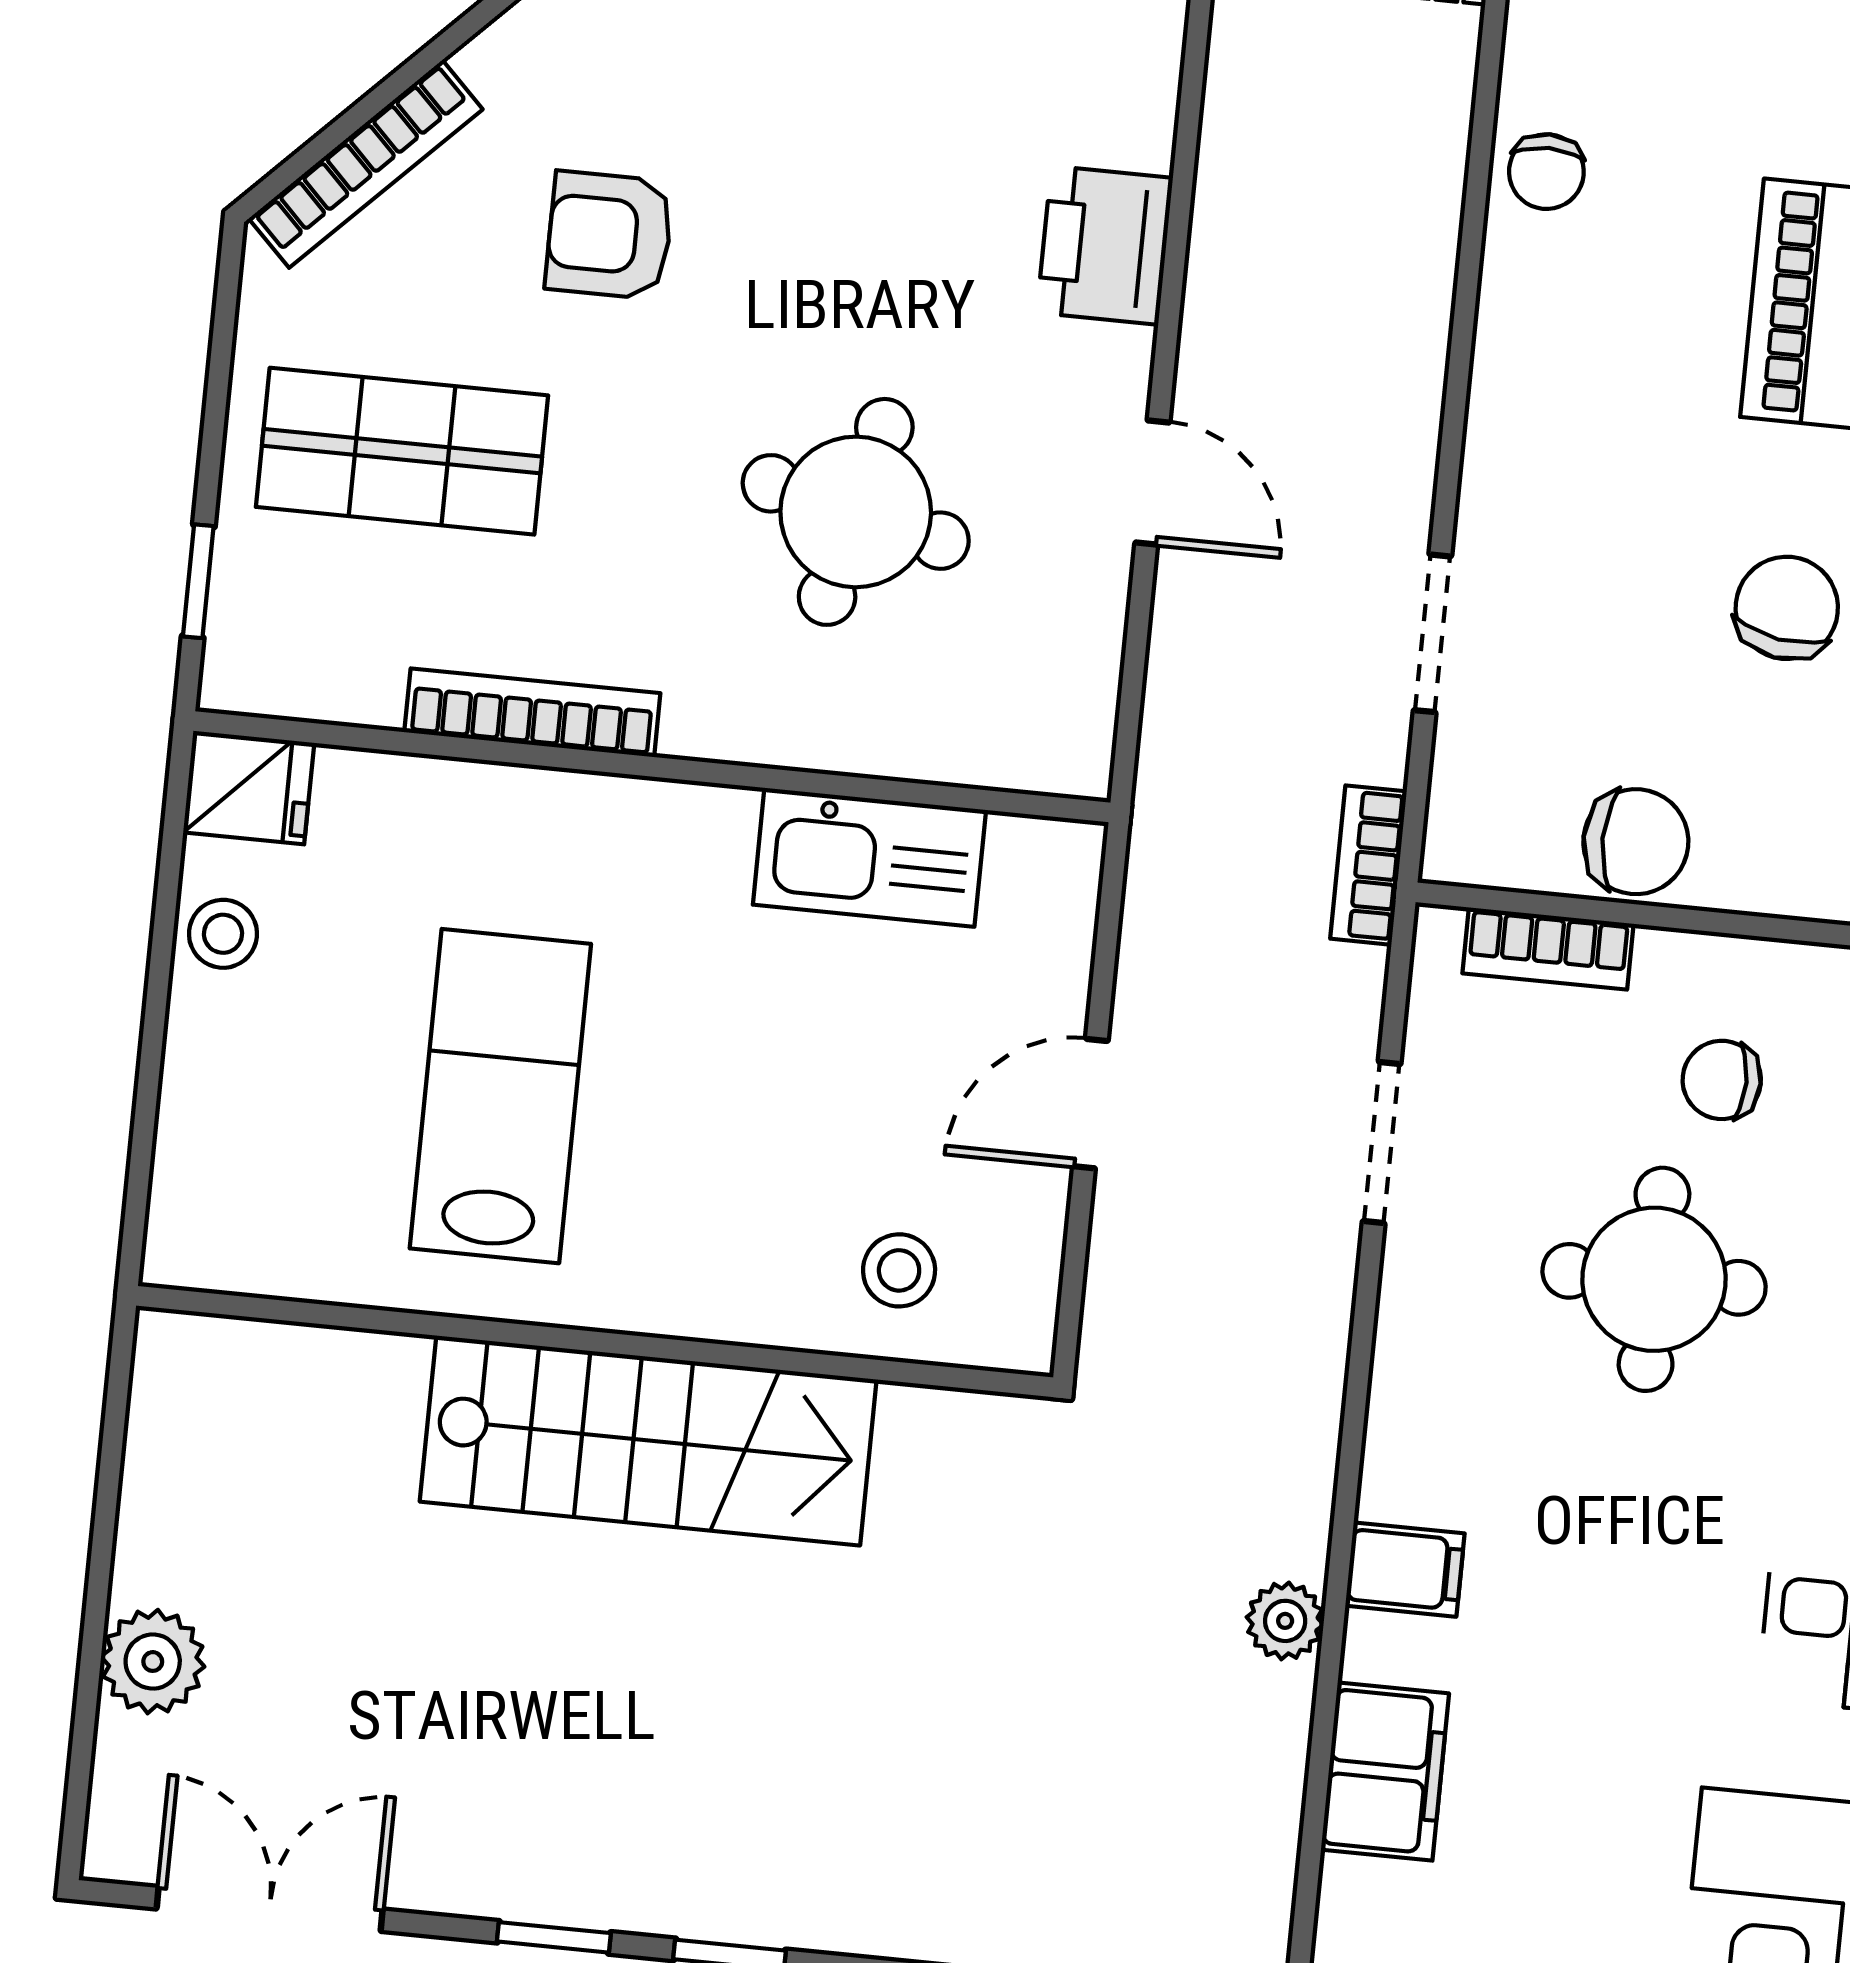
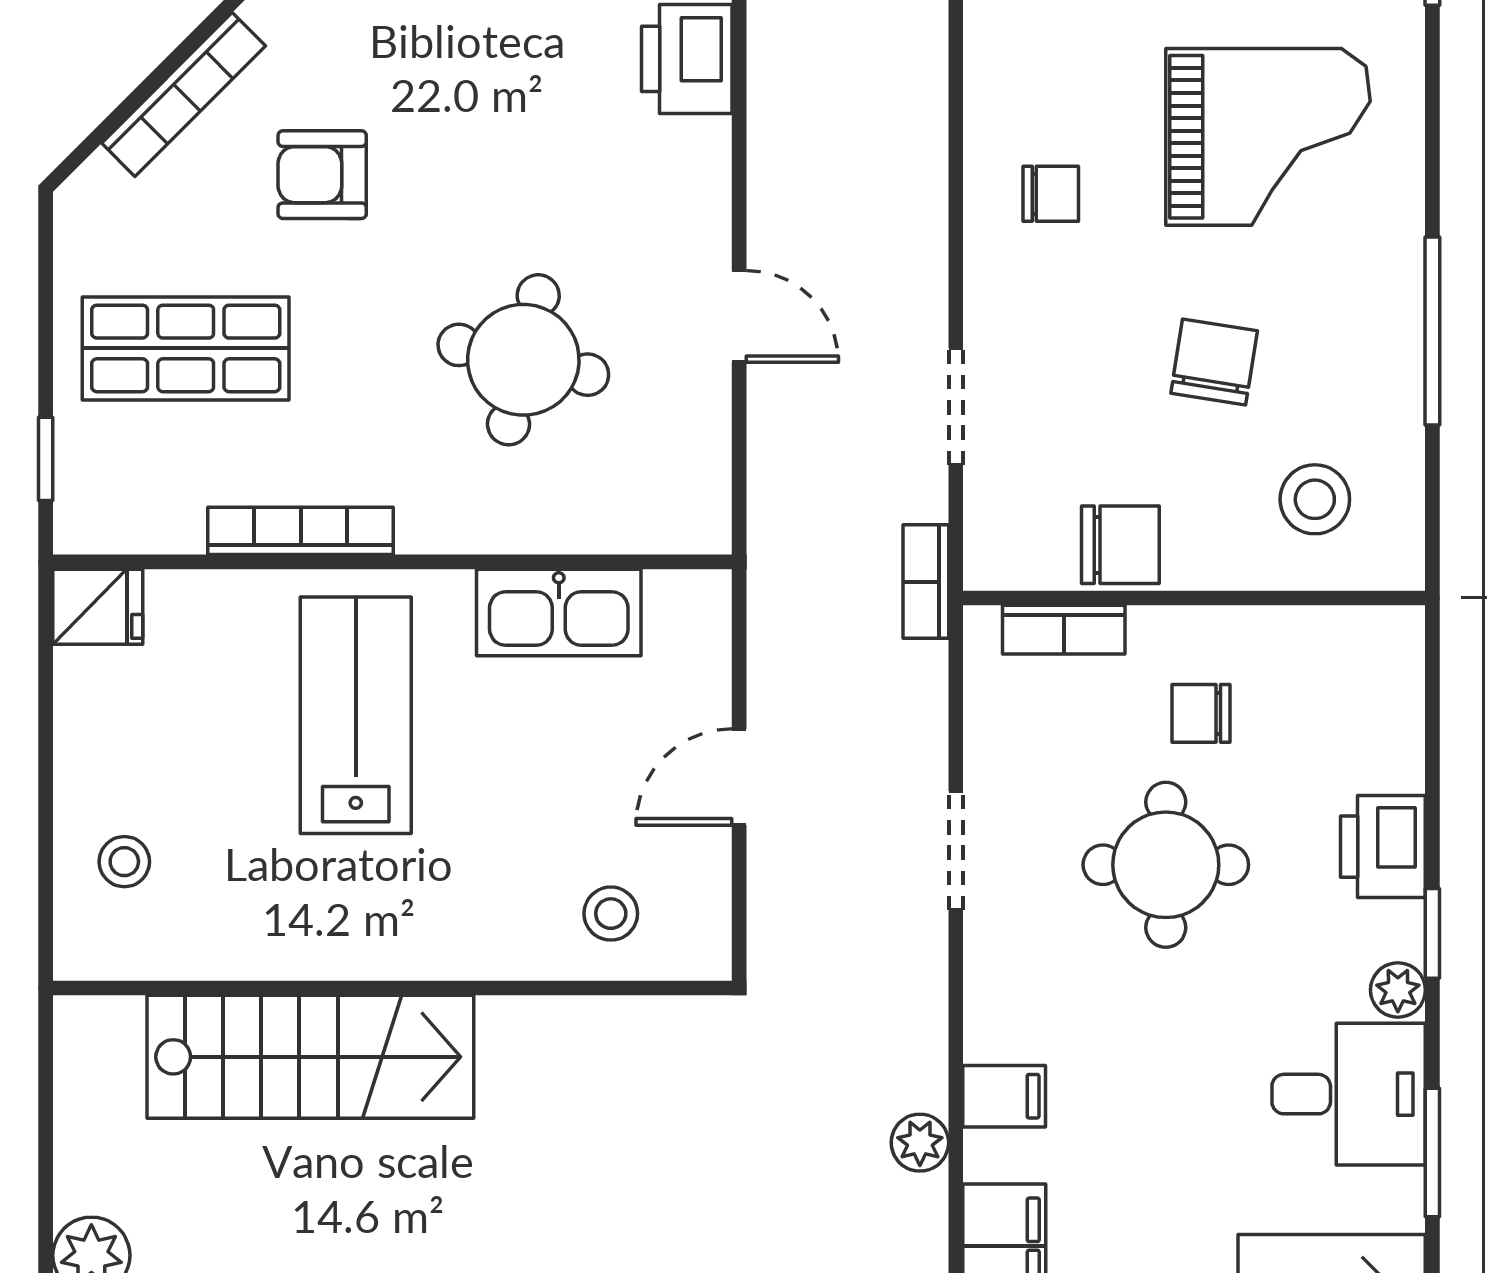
bookcase: (366, 164) -> (184, 94), moved
chair: (1546, 172) -> (1051, 194), moved, turned -90
printer: (1105, 245) -> (687, 59), moved
stool: (223, 934) -> (124, 862), moved
lab bench: (500, 1096) -> (356, 715), moved
doorway: (1382, 1143) -> (956, 851), moved
stairs: (648, 1441) -> (310, 1057), moved

